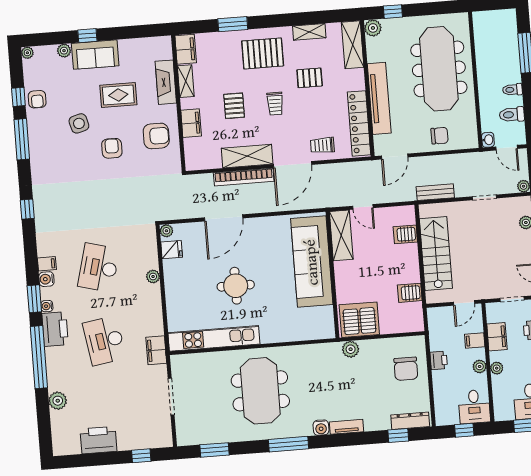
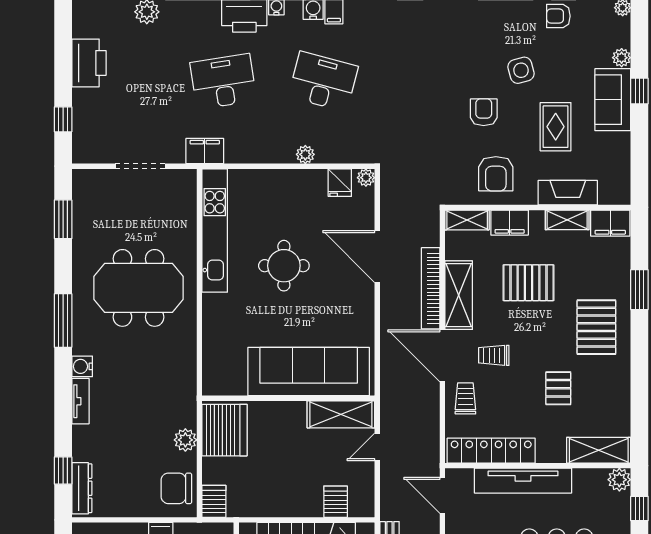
shelving: (309, 32) -> (467, 220), moved, turned 90
trolley: (275, 104) -> (494, 355), moved
pallet: (234, 106) -> (528, 283), width x1.50, depth x1.42
armchair: (112, 148) -> (484, 112), turned -90
server rack: (410, 293) -> (214, 501), moved
plant: (351, 349) -> (185, 440), moved
chair: (406, 369) -> (176, 488), moved

